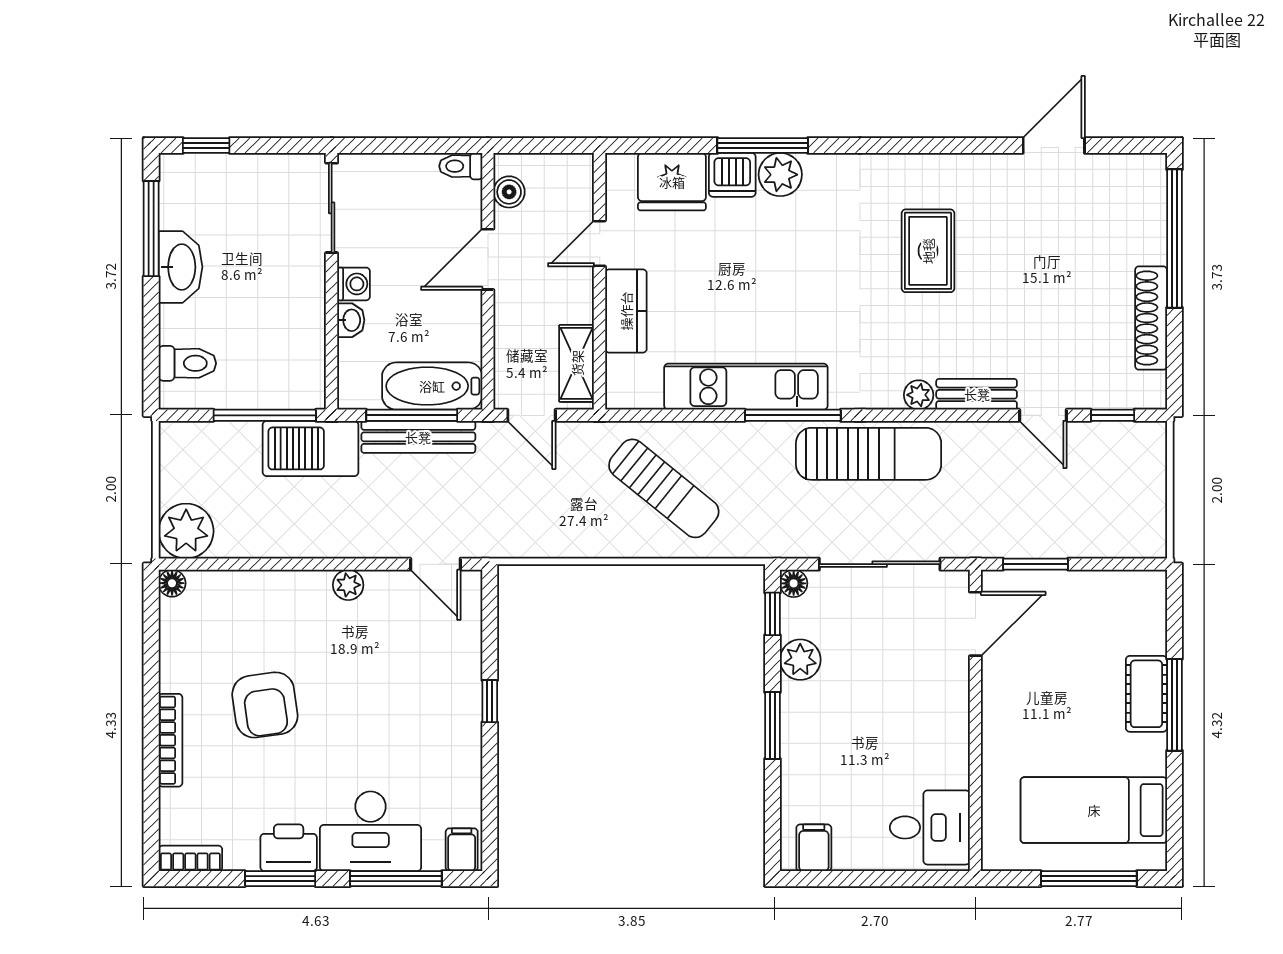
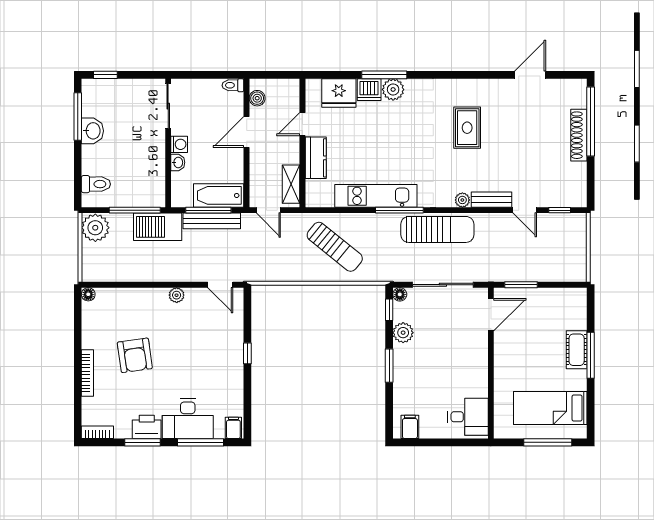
washbasin: (180, 267) -> (92, 131), width x0.72
shoe rack: (1151, 318) -> (579, 135), moved
plant: (186, 531) -> (95, 228), moved

